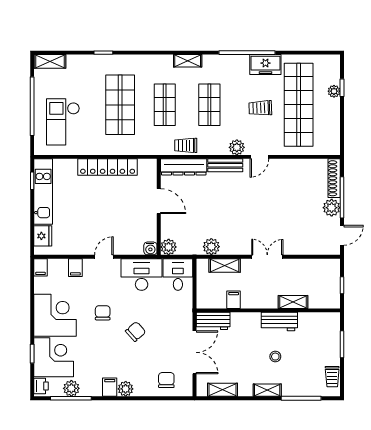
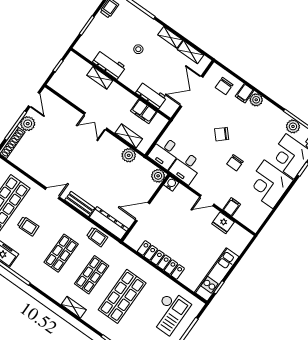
shelving: (188, 61) -> (74, 307), moved
plant: (237, 147) -> (63, 211), removed
door: (159, 201) -> (143, 212), hinge flipped
door: (342, 235) -> (34, 100), swing flipped
fridge: (43, 236) -> (223, 223), moved, turned -90
filing cabinet: (40, 267) -> (255, 224), removed
desk: (142, 274) -> (186, 167), width x0.73
filing cabinet: (234, 300) -> (144, 111), width x2.00
workbench: (213, 321) -> (151, 95), moved
workbench: (279, 321) -> (109, 65), moved
filing cabinet: (110, 387) -> (245, 93), moved
shelving: (267, 390) -> (170, 37), moved

